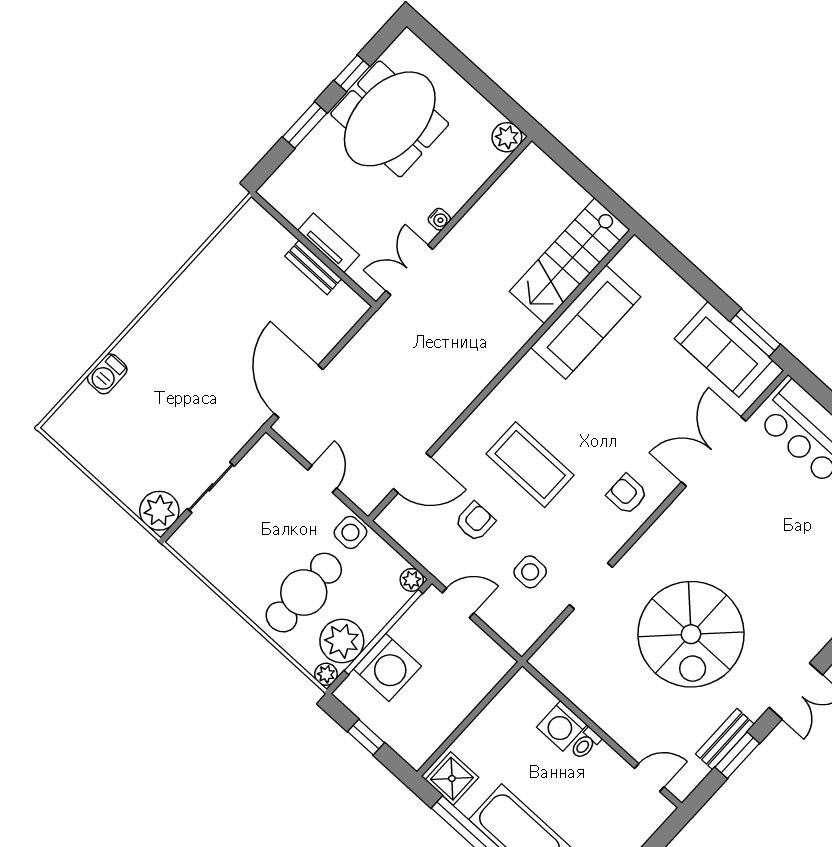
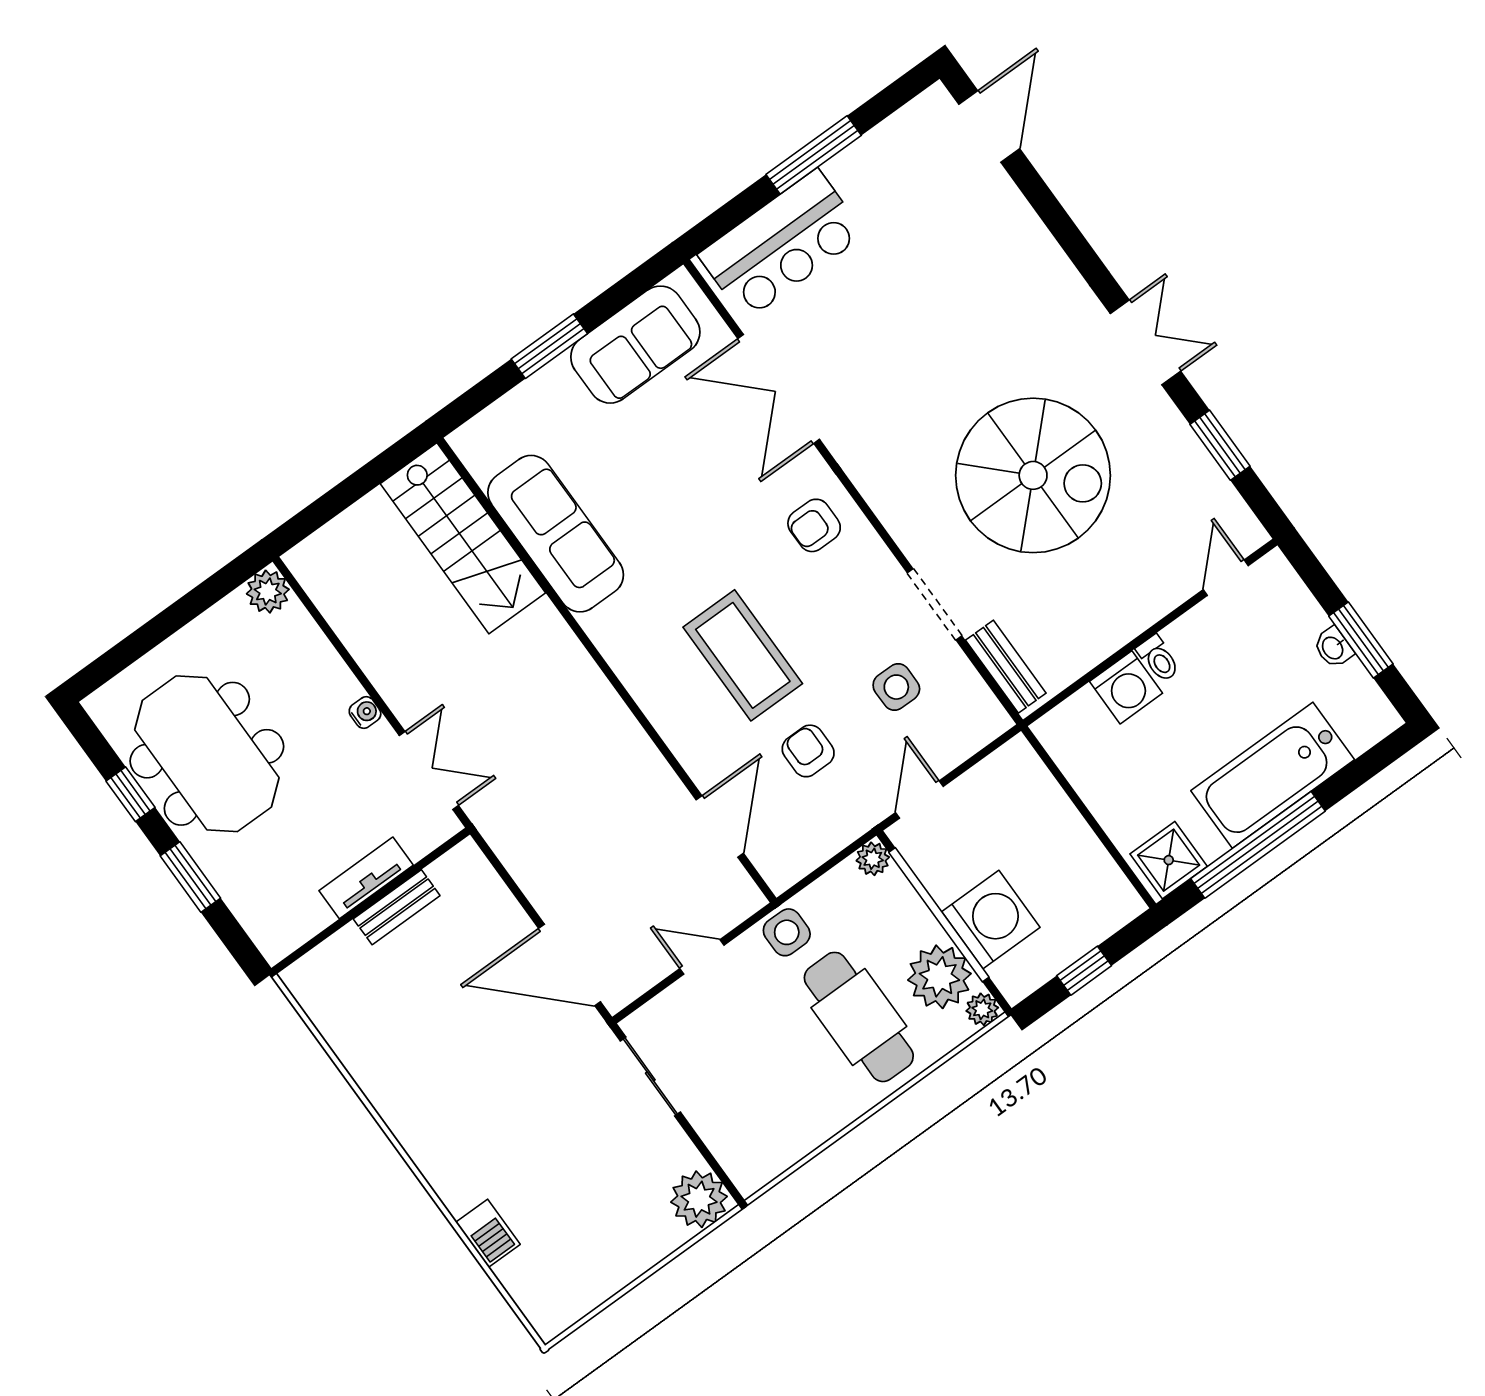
double door: (409, 270) -> (429, 770), swing flipped
window: (755, 333) -> (549, 346), moved
coffee table: (530, 465) -> (743, 655), turned 90
sliding door: (211, 487) -> (650, 1076), moved
bench: (725, 739) -> (1006, 667), moved

